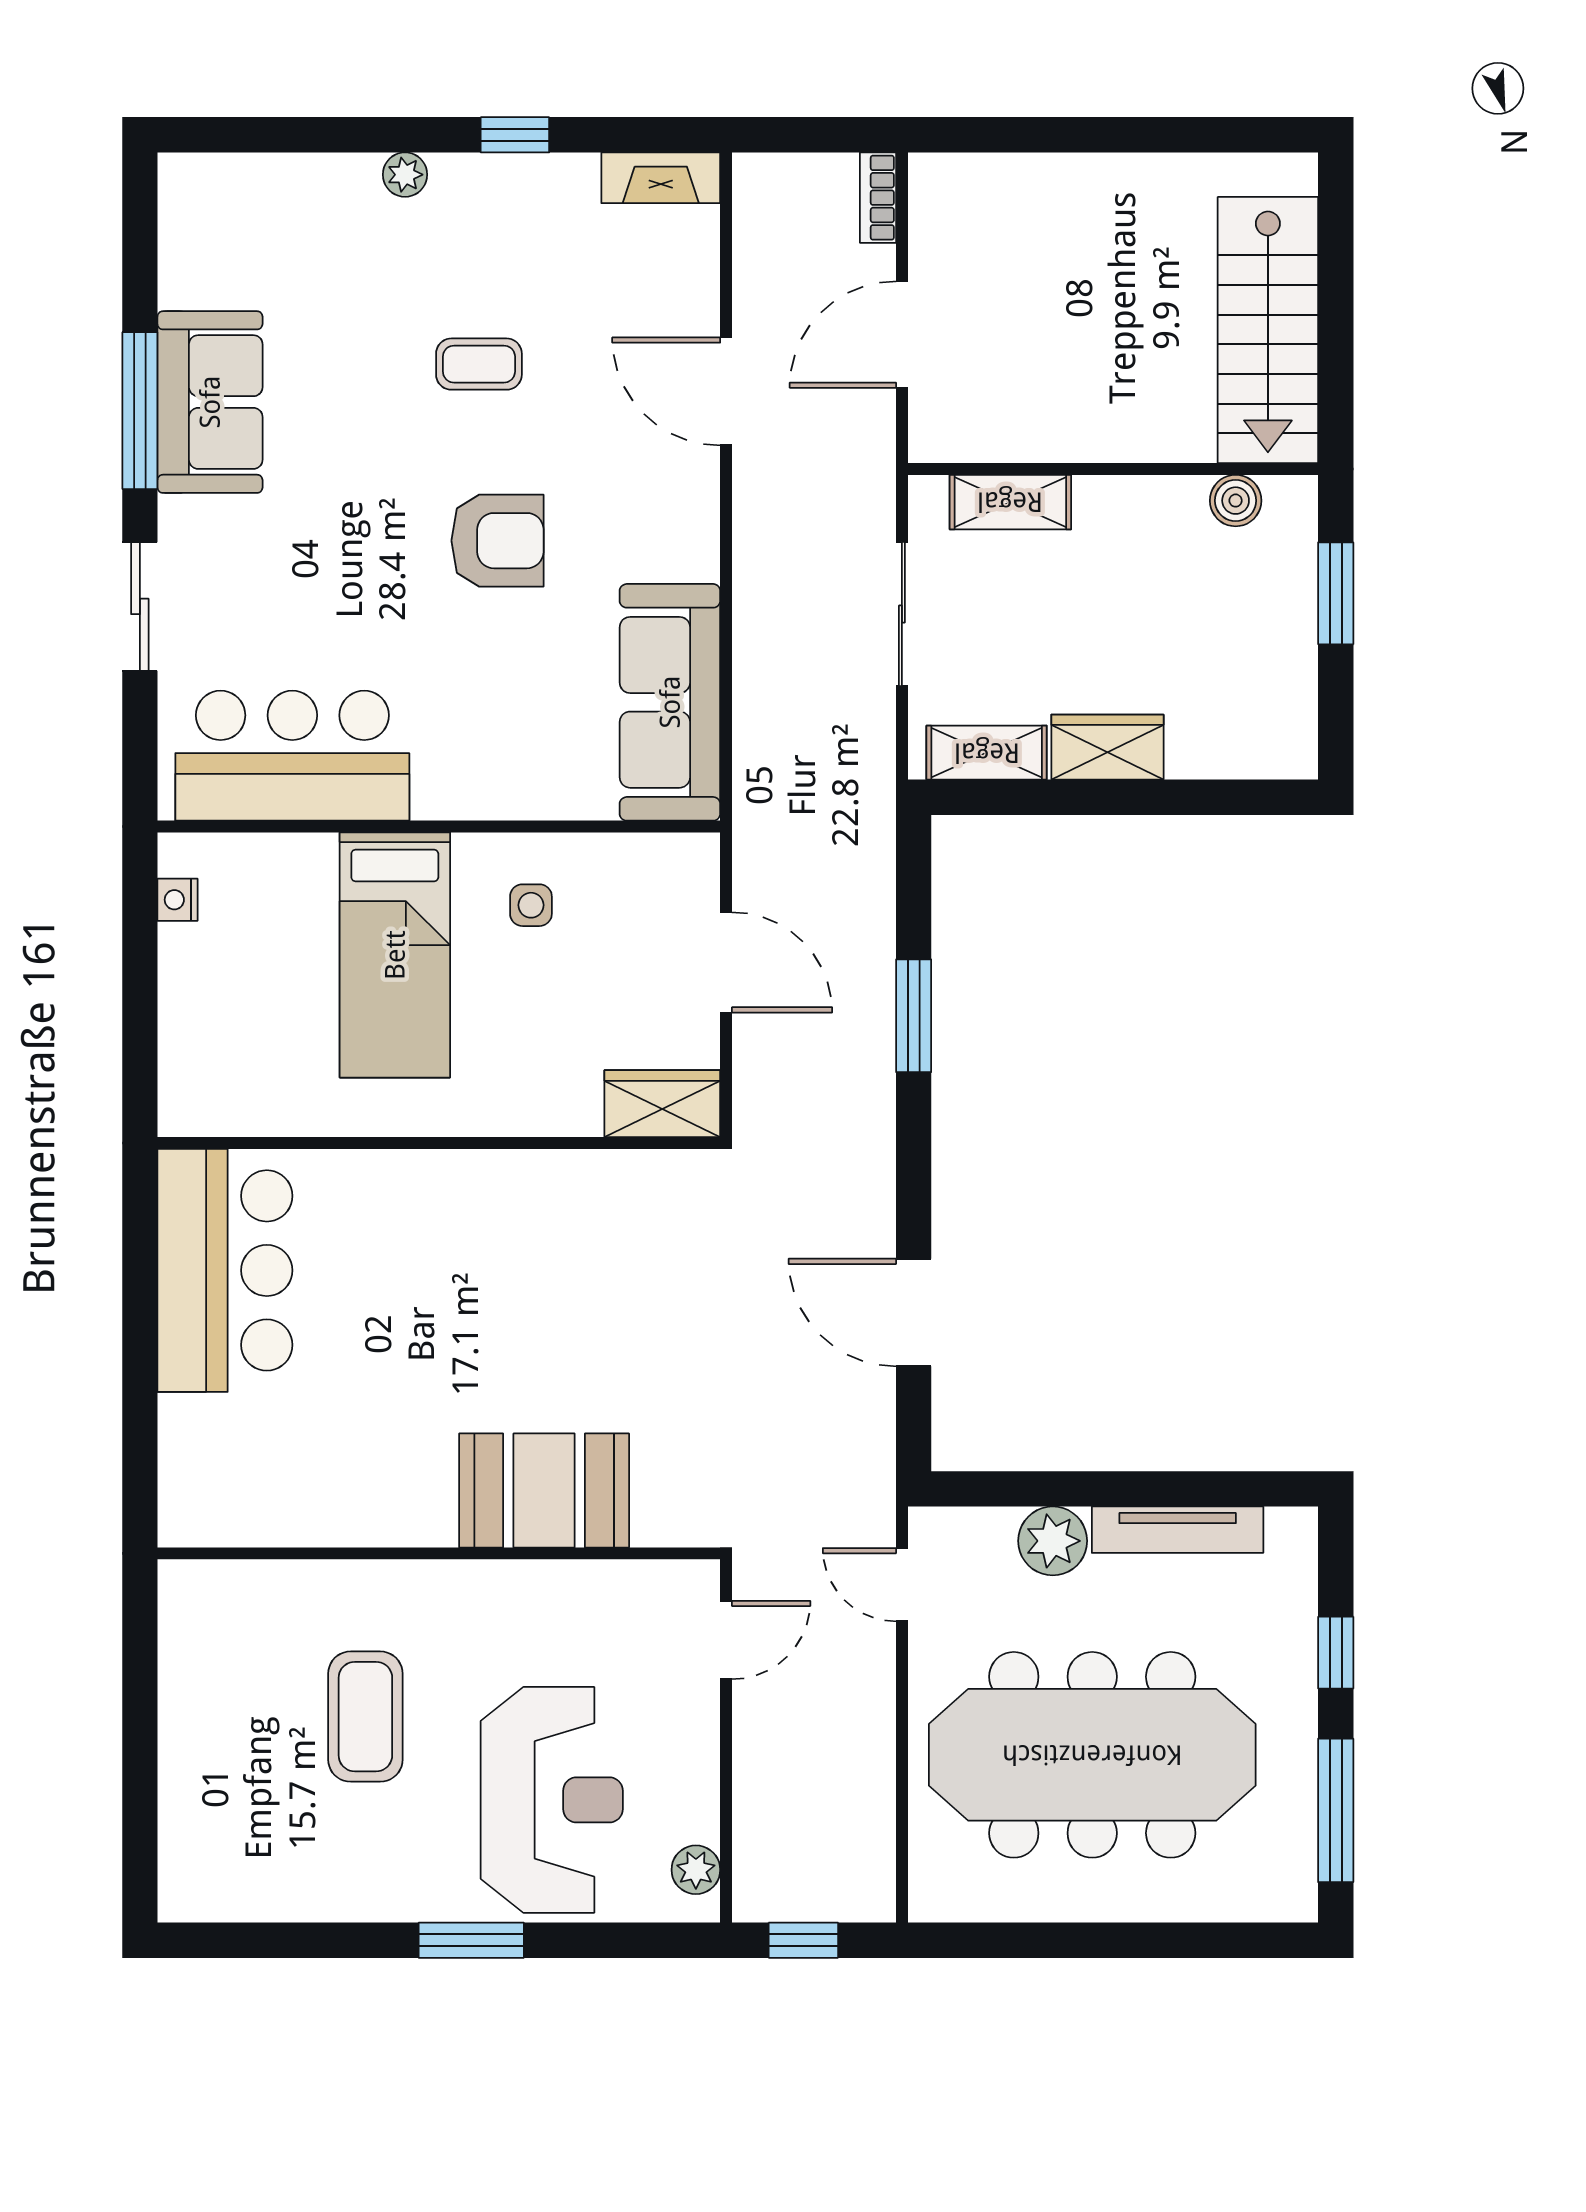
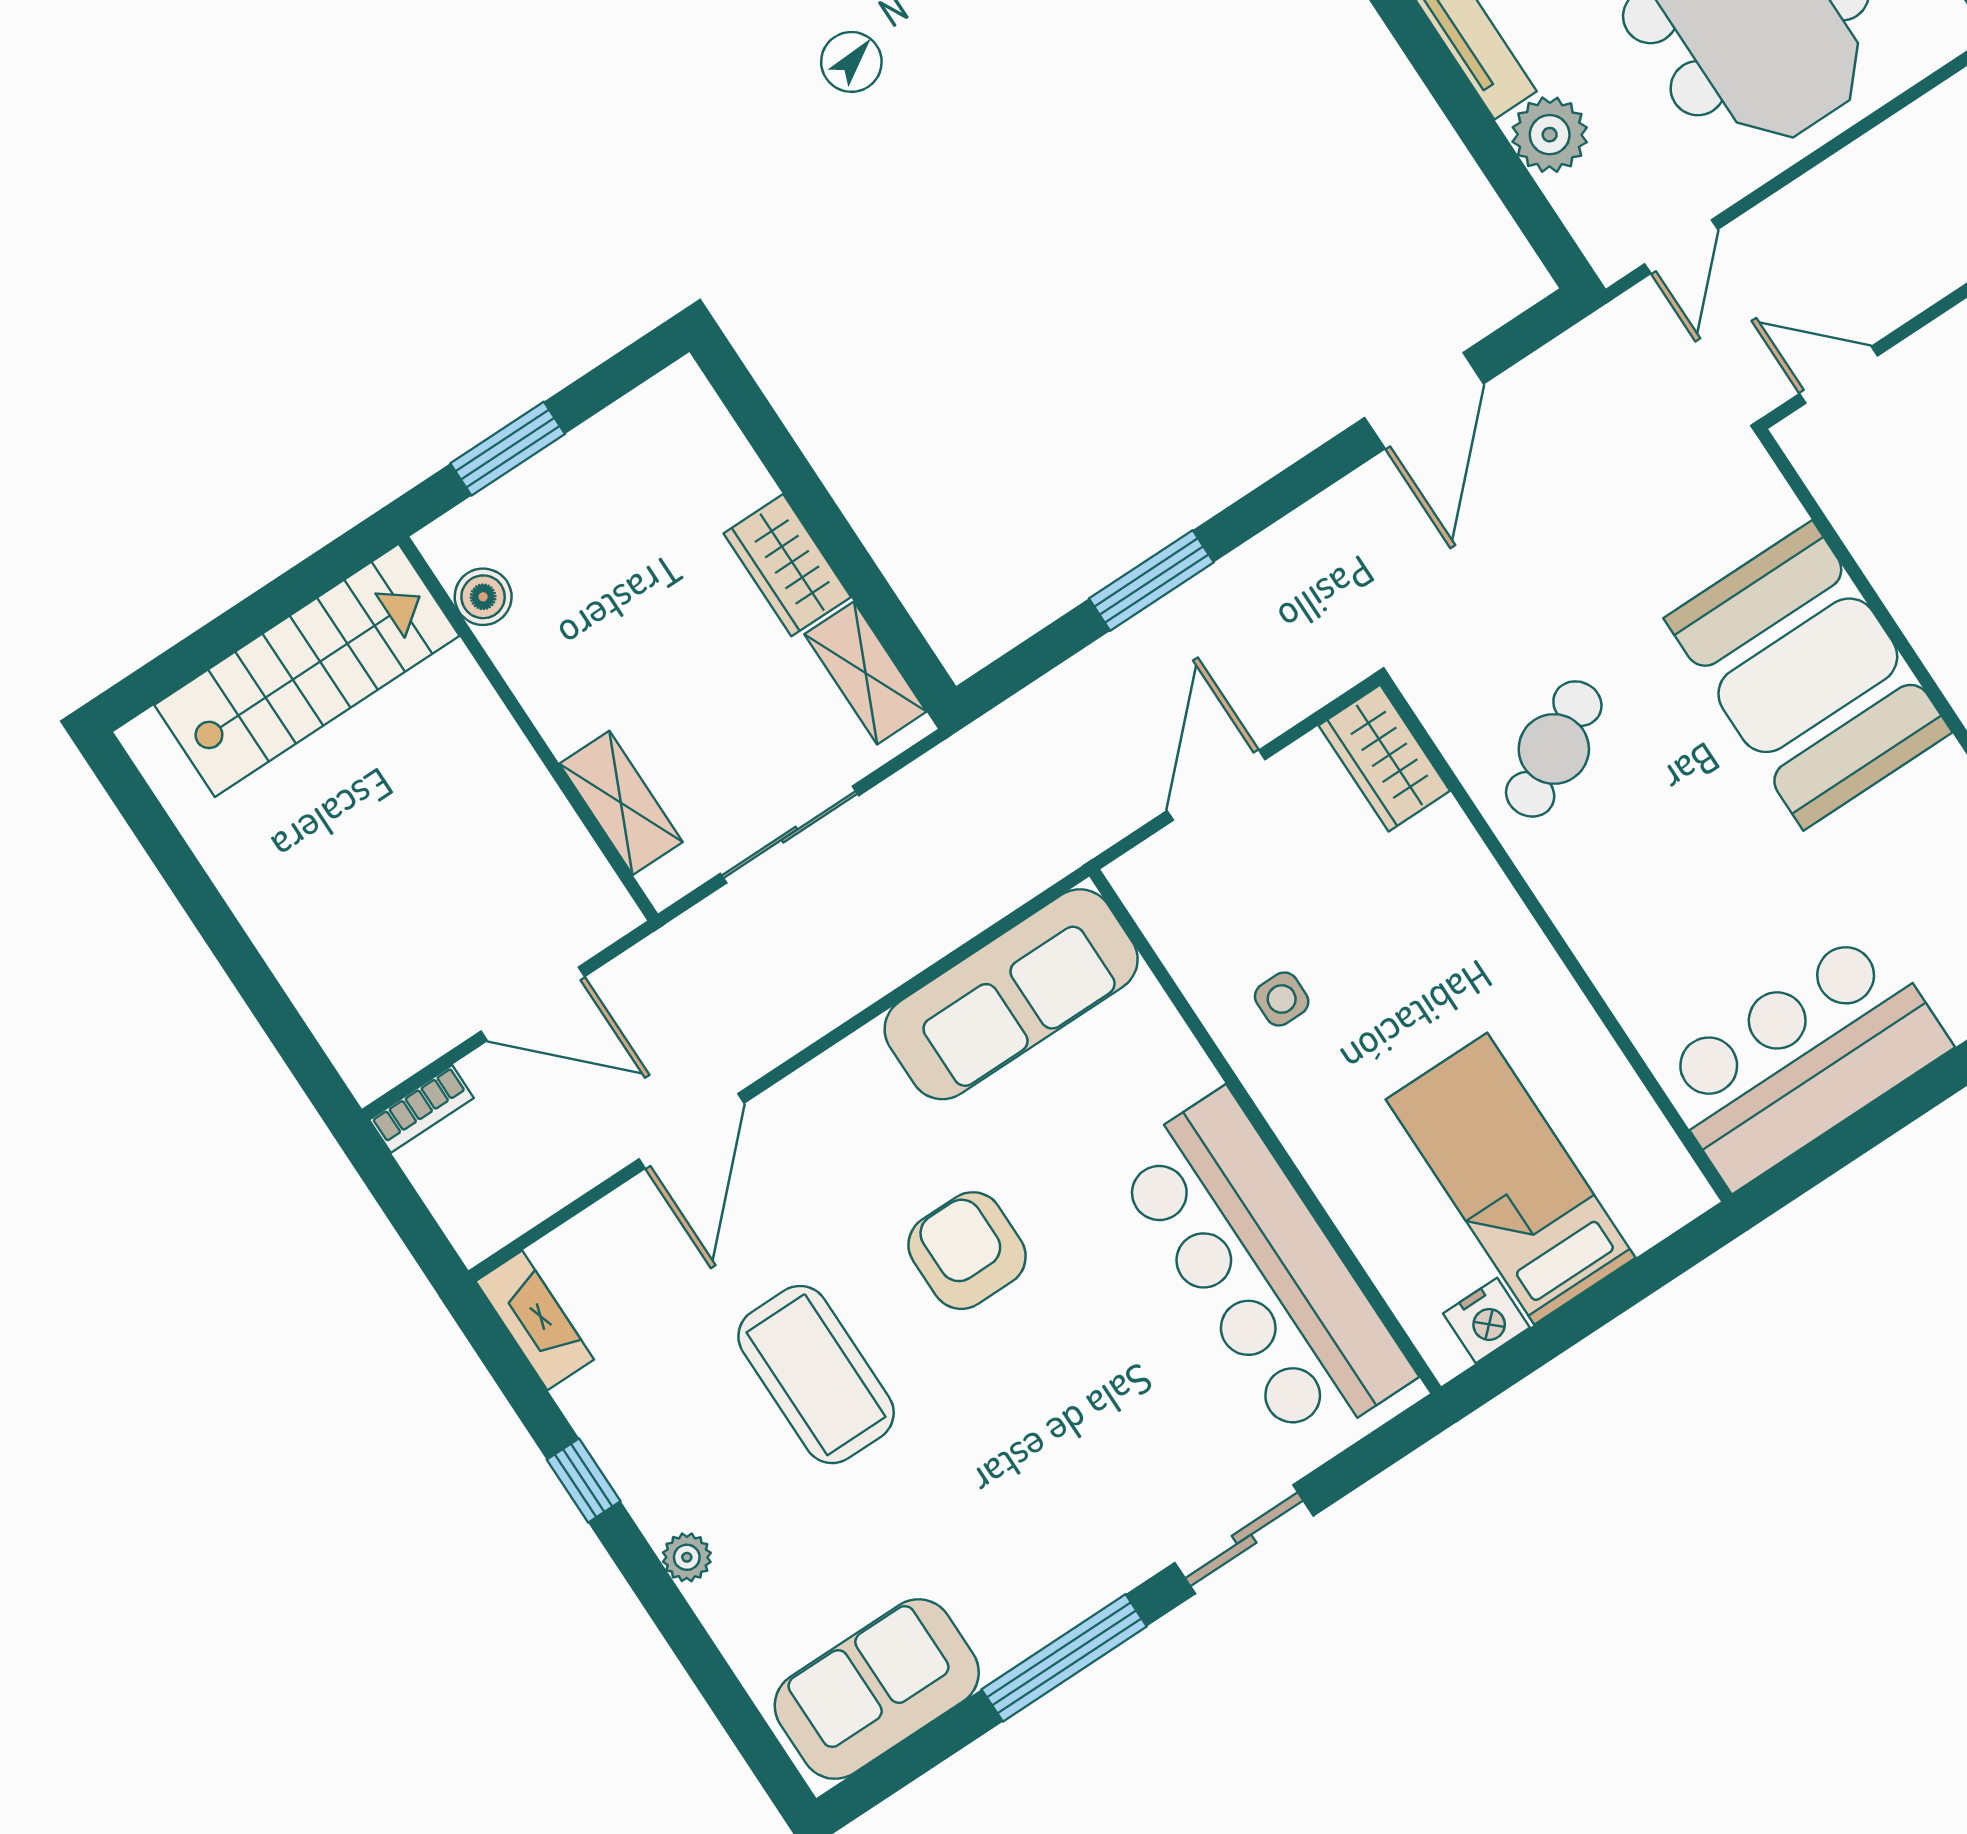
coffee table: (479, 364) -> (816, 1375), width x1.86, depth x1.72
sofa: (210, 402) -> (877, 1689), moved
bar counter: (292, 756) -> (1263, 1270), width x1.36
nightstand: (178, 900) -> (1486, 1321), width x1.39, depth x1.35
bed: (395, 955) -> (1511, 1179), moved, turned -90
cafe table: (585, 1237) -> (1554, 749), added
booth: (544, 1490) -> (1808, 675), width x1.36, depth x1.42

